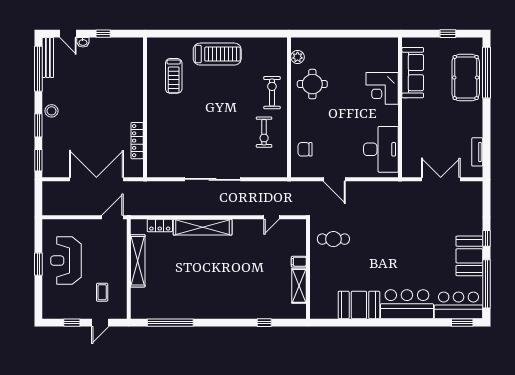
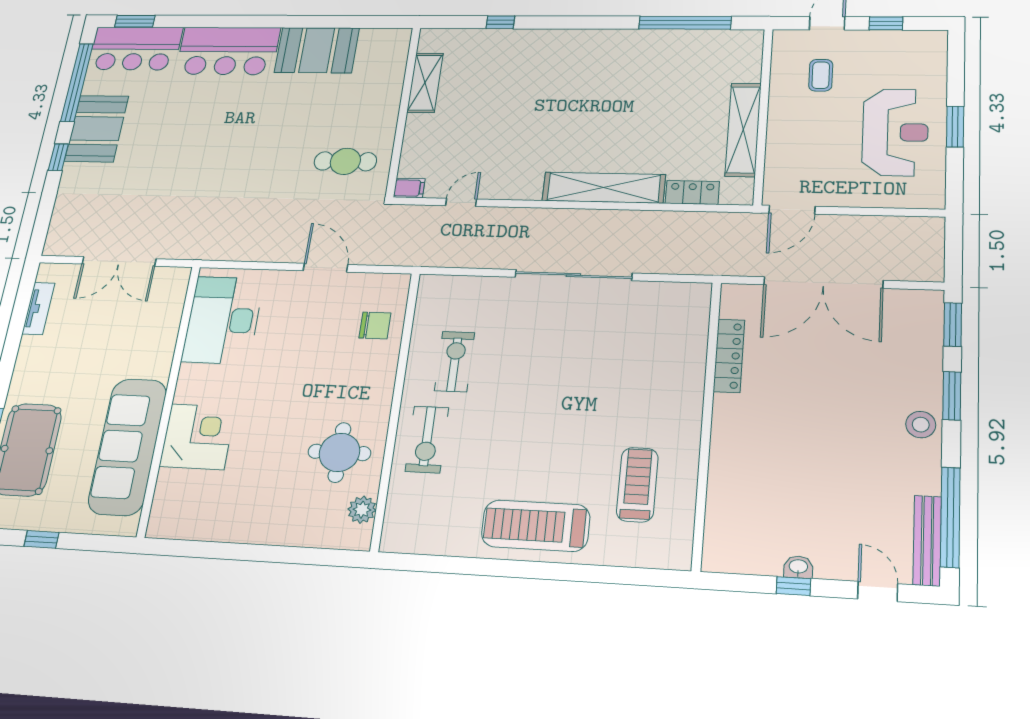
washbasin: (83, 42) -> (798, 567), moved
sofa: (413, 73) -> (128, 446), width x1.36, depth x1.27
filing cabinet: (299, 262) -> (409, 188), moved

